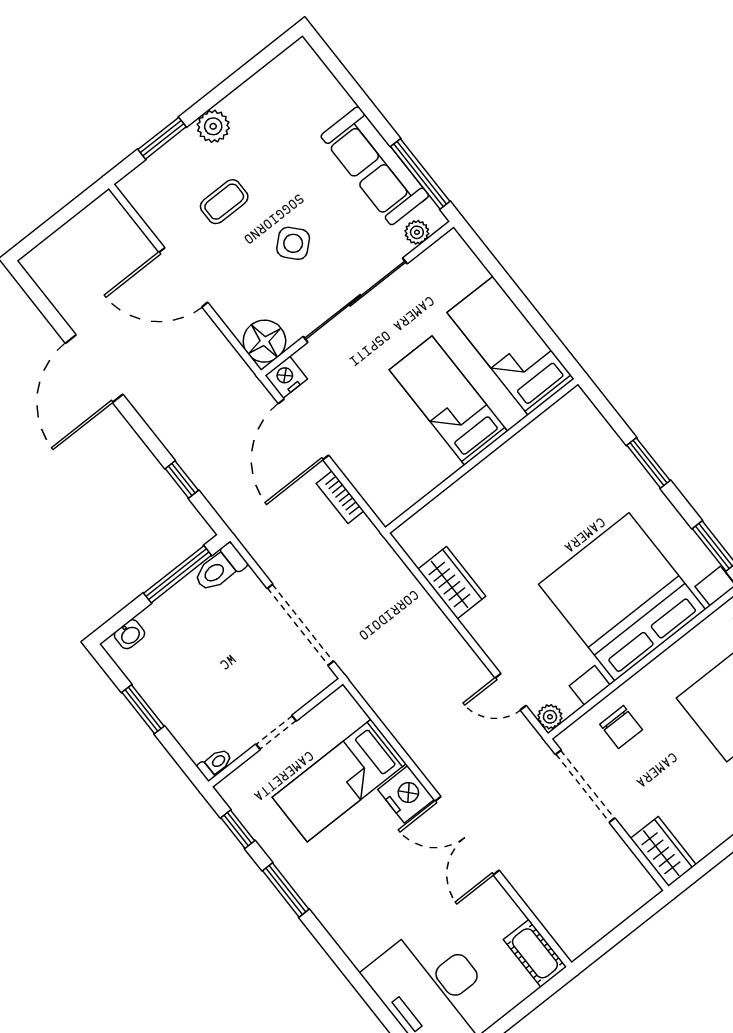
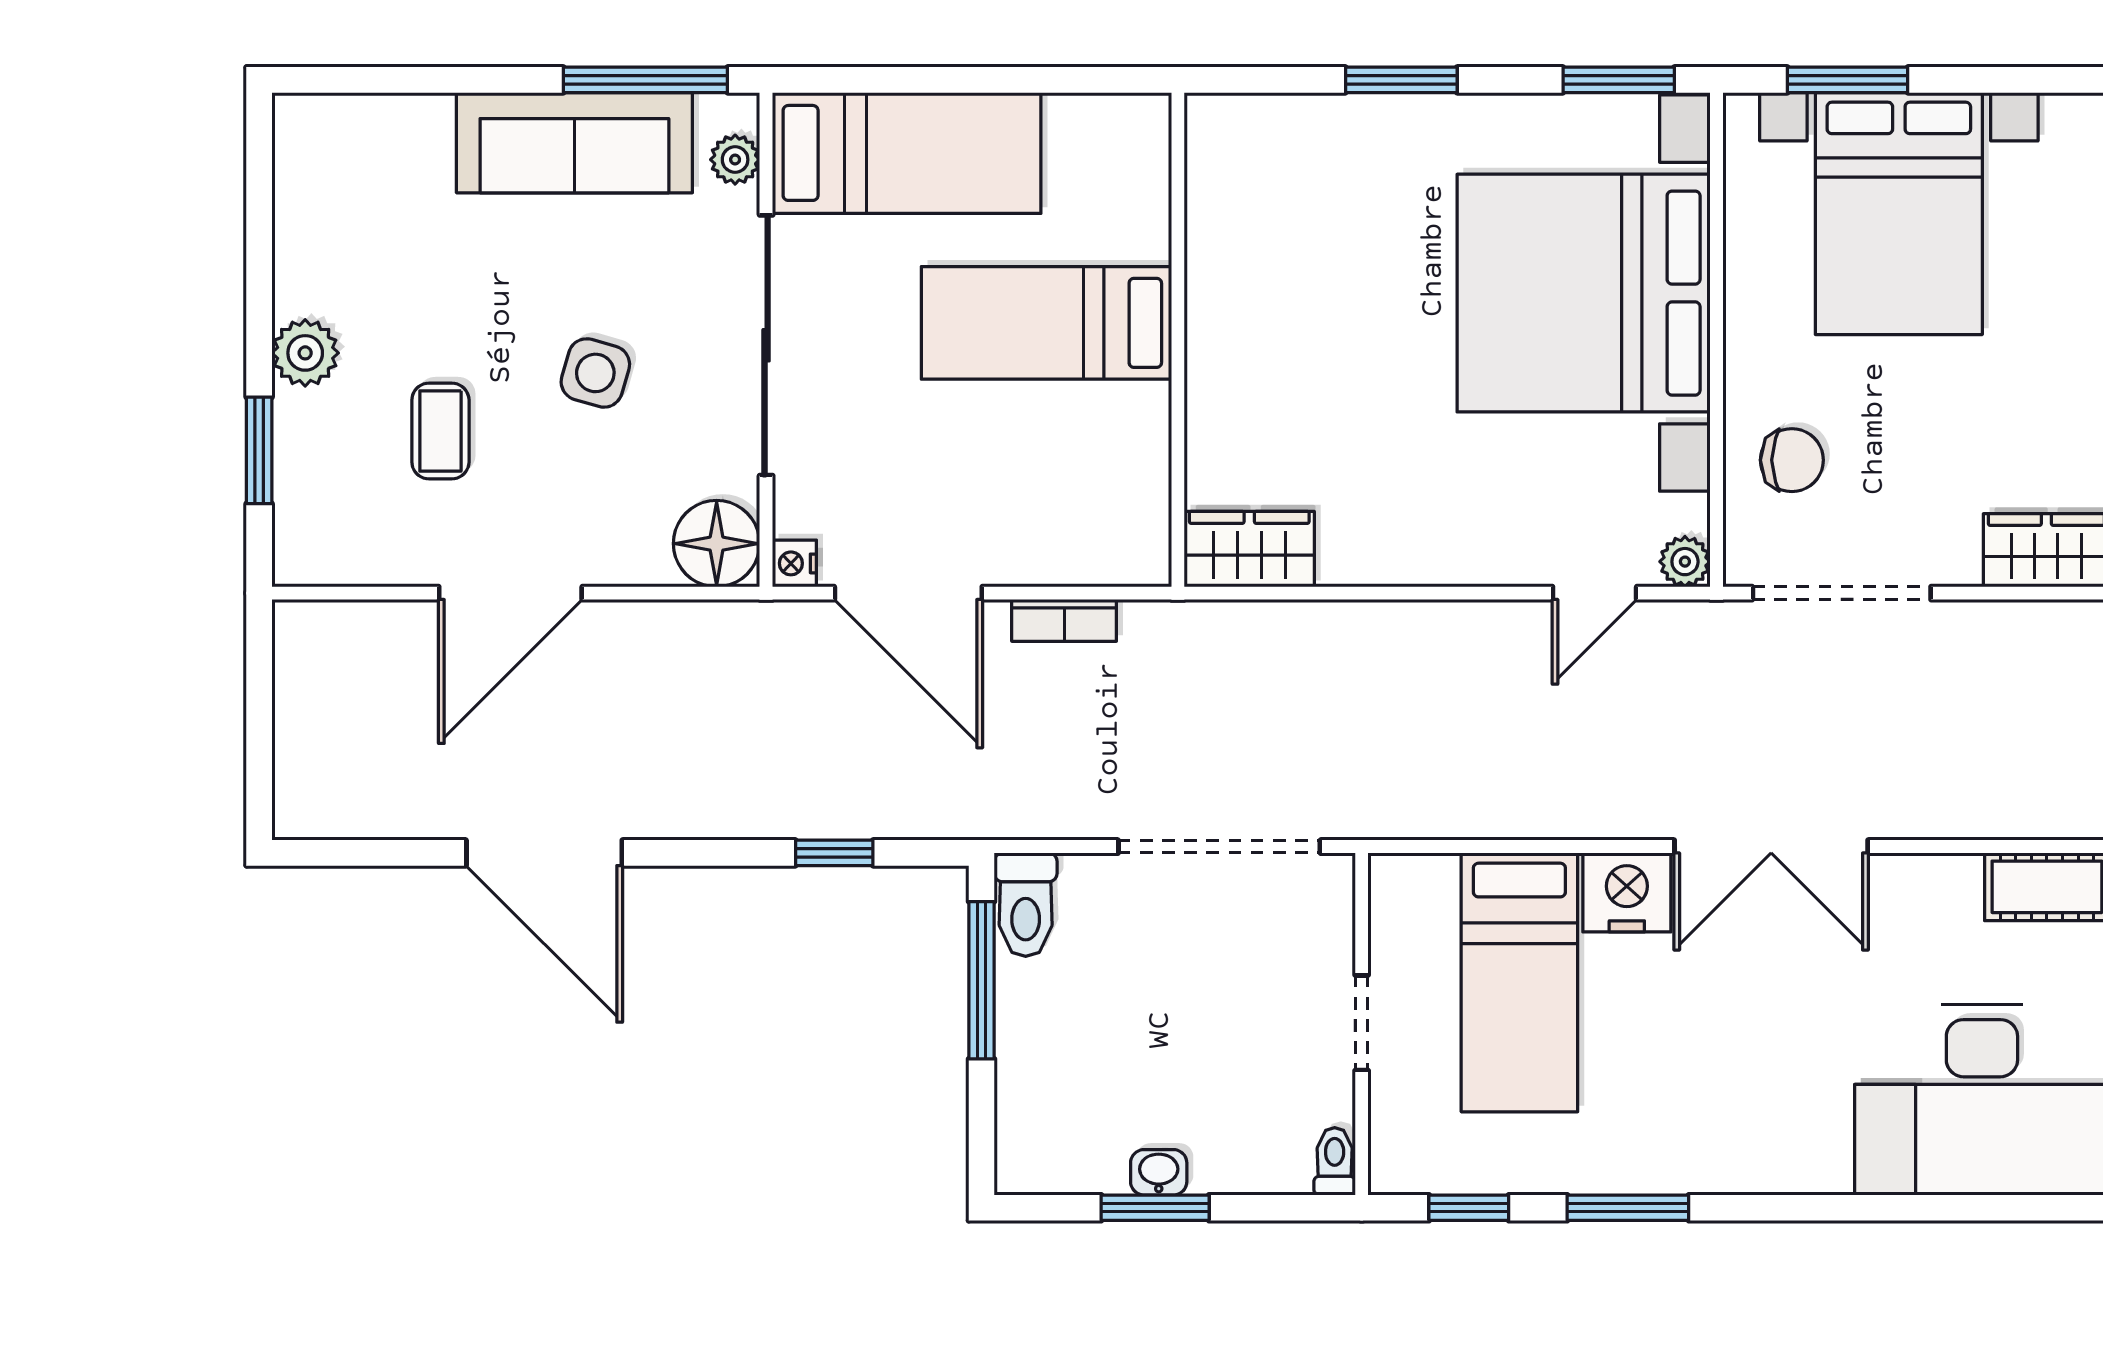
side table: (293, 243) -> (595, 373), turned -32
bed: (511, 346) -> (907, 153), moved, turned 180
nightstand: (286, 377) -> (794, 563), width x0.72, depth x0.74
wardrobe: (452, 583) -> (1249, 549), moved
washbasin: (129, 634) -> (1159, 1172), moved, turned -90

